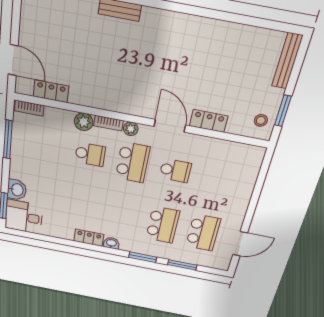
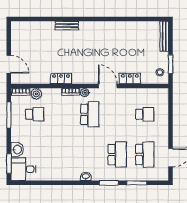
locker: (51, 91) -> (61, 79), moved
plant: (84, 122) -> (36, 94), moved
school desk: (90, 154) -> (35, 114), moved
school desk: (175, 171) -> (145, 114), moved
locker: (89, 238) -> (70, 176), removed

